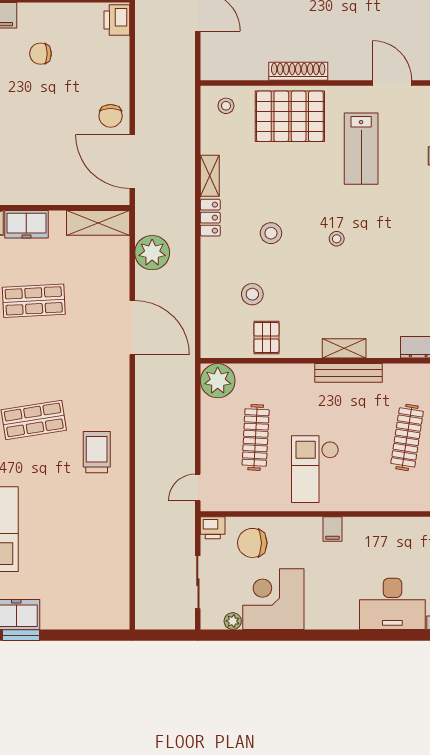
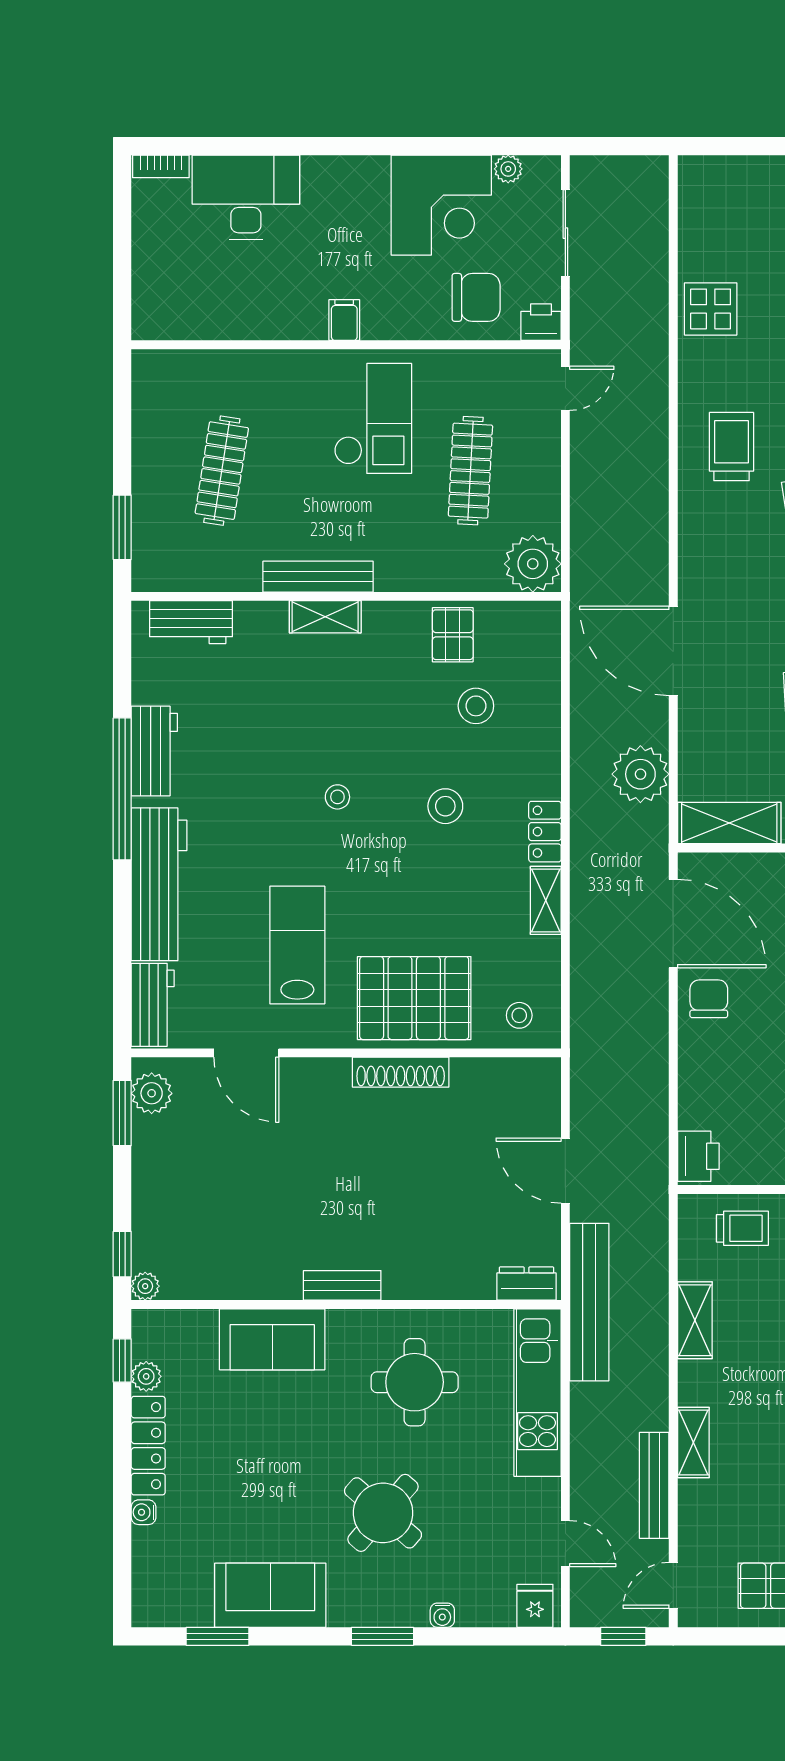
trolley: (97, 452) -> (732, 447), turned 180
display table: (109, 536) -> (711, 309), added

